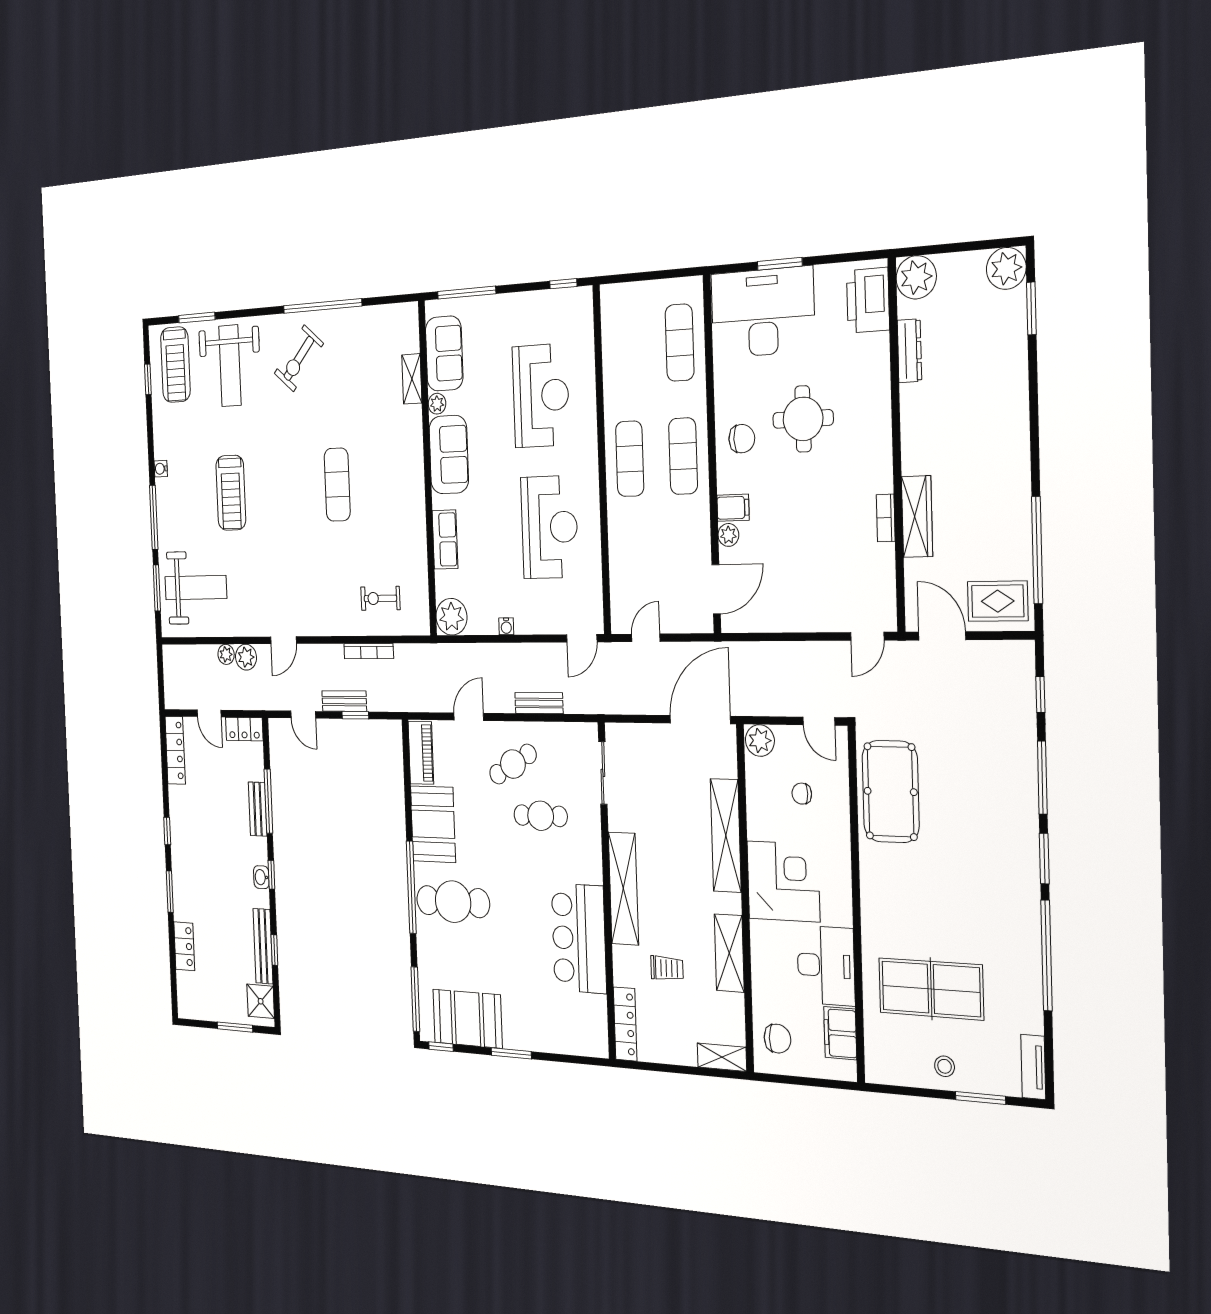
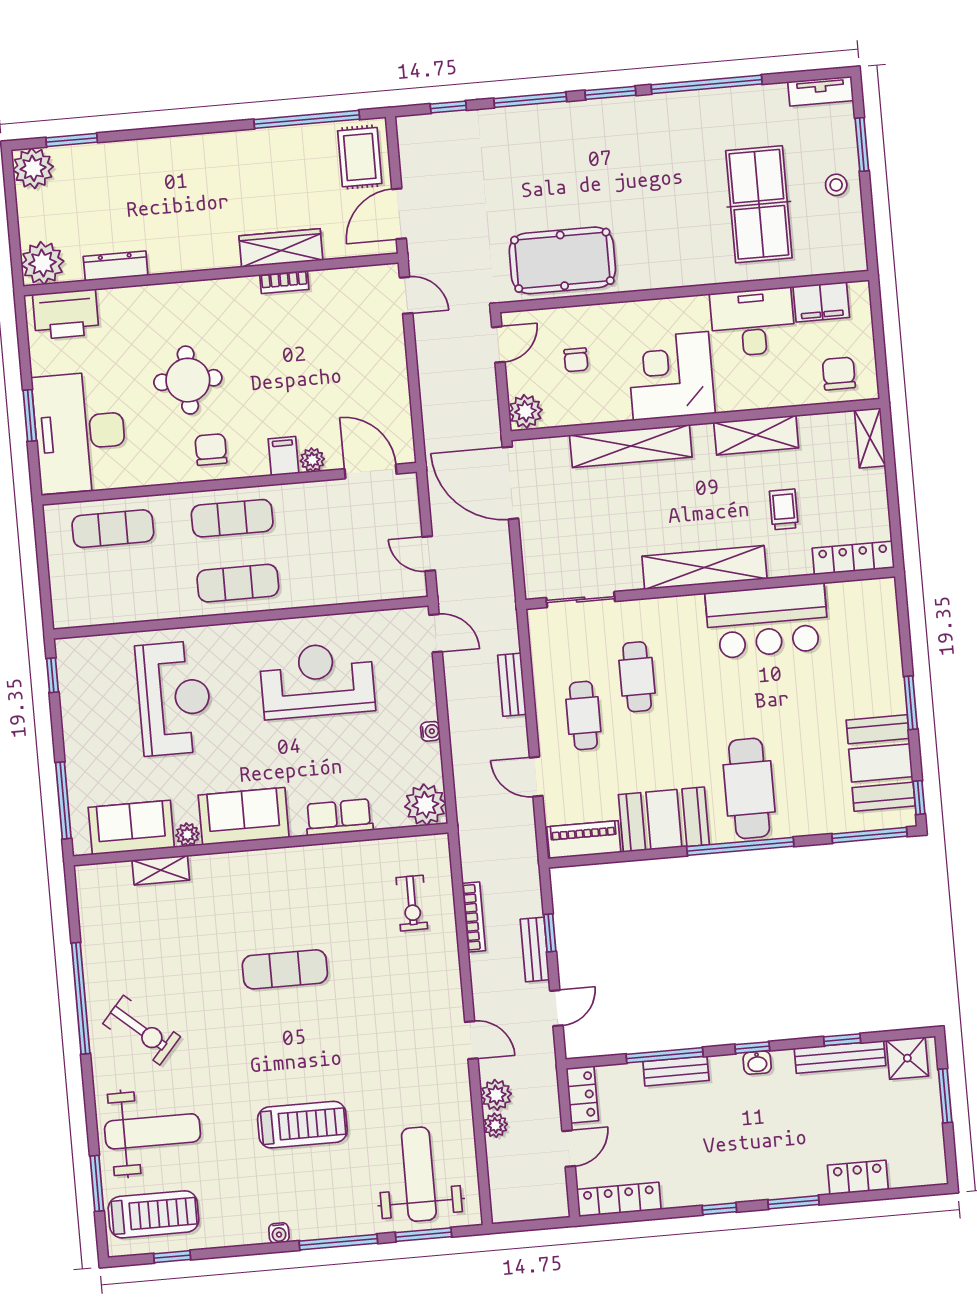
reception desk: (541, 396) -> (174, 698), turned 90
cafe table: (513, 764) -> (583, 716), turned 30

